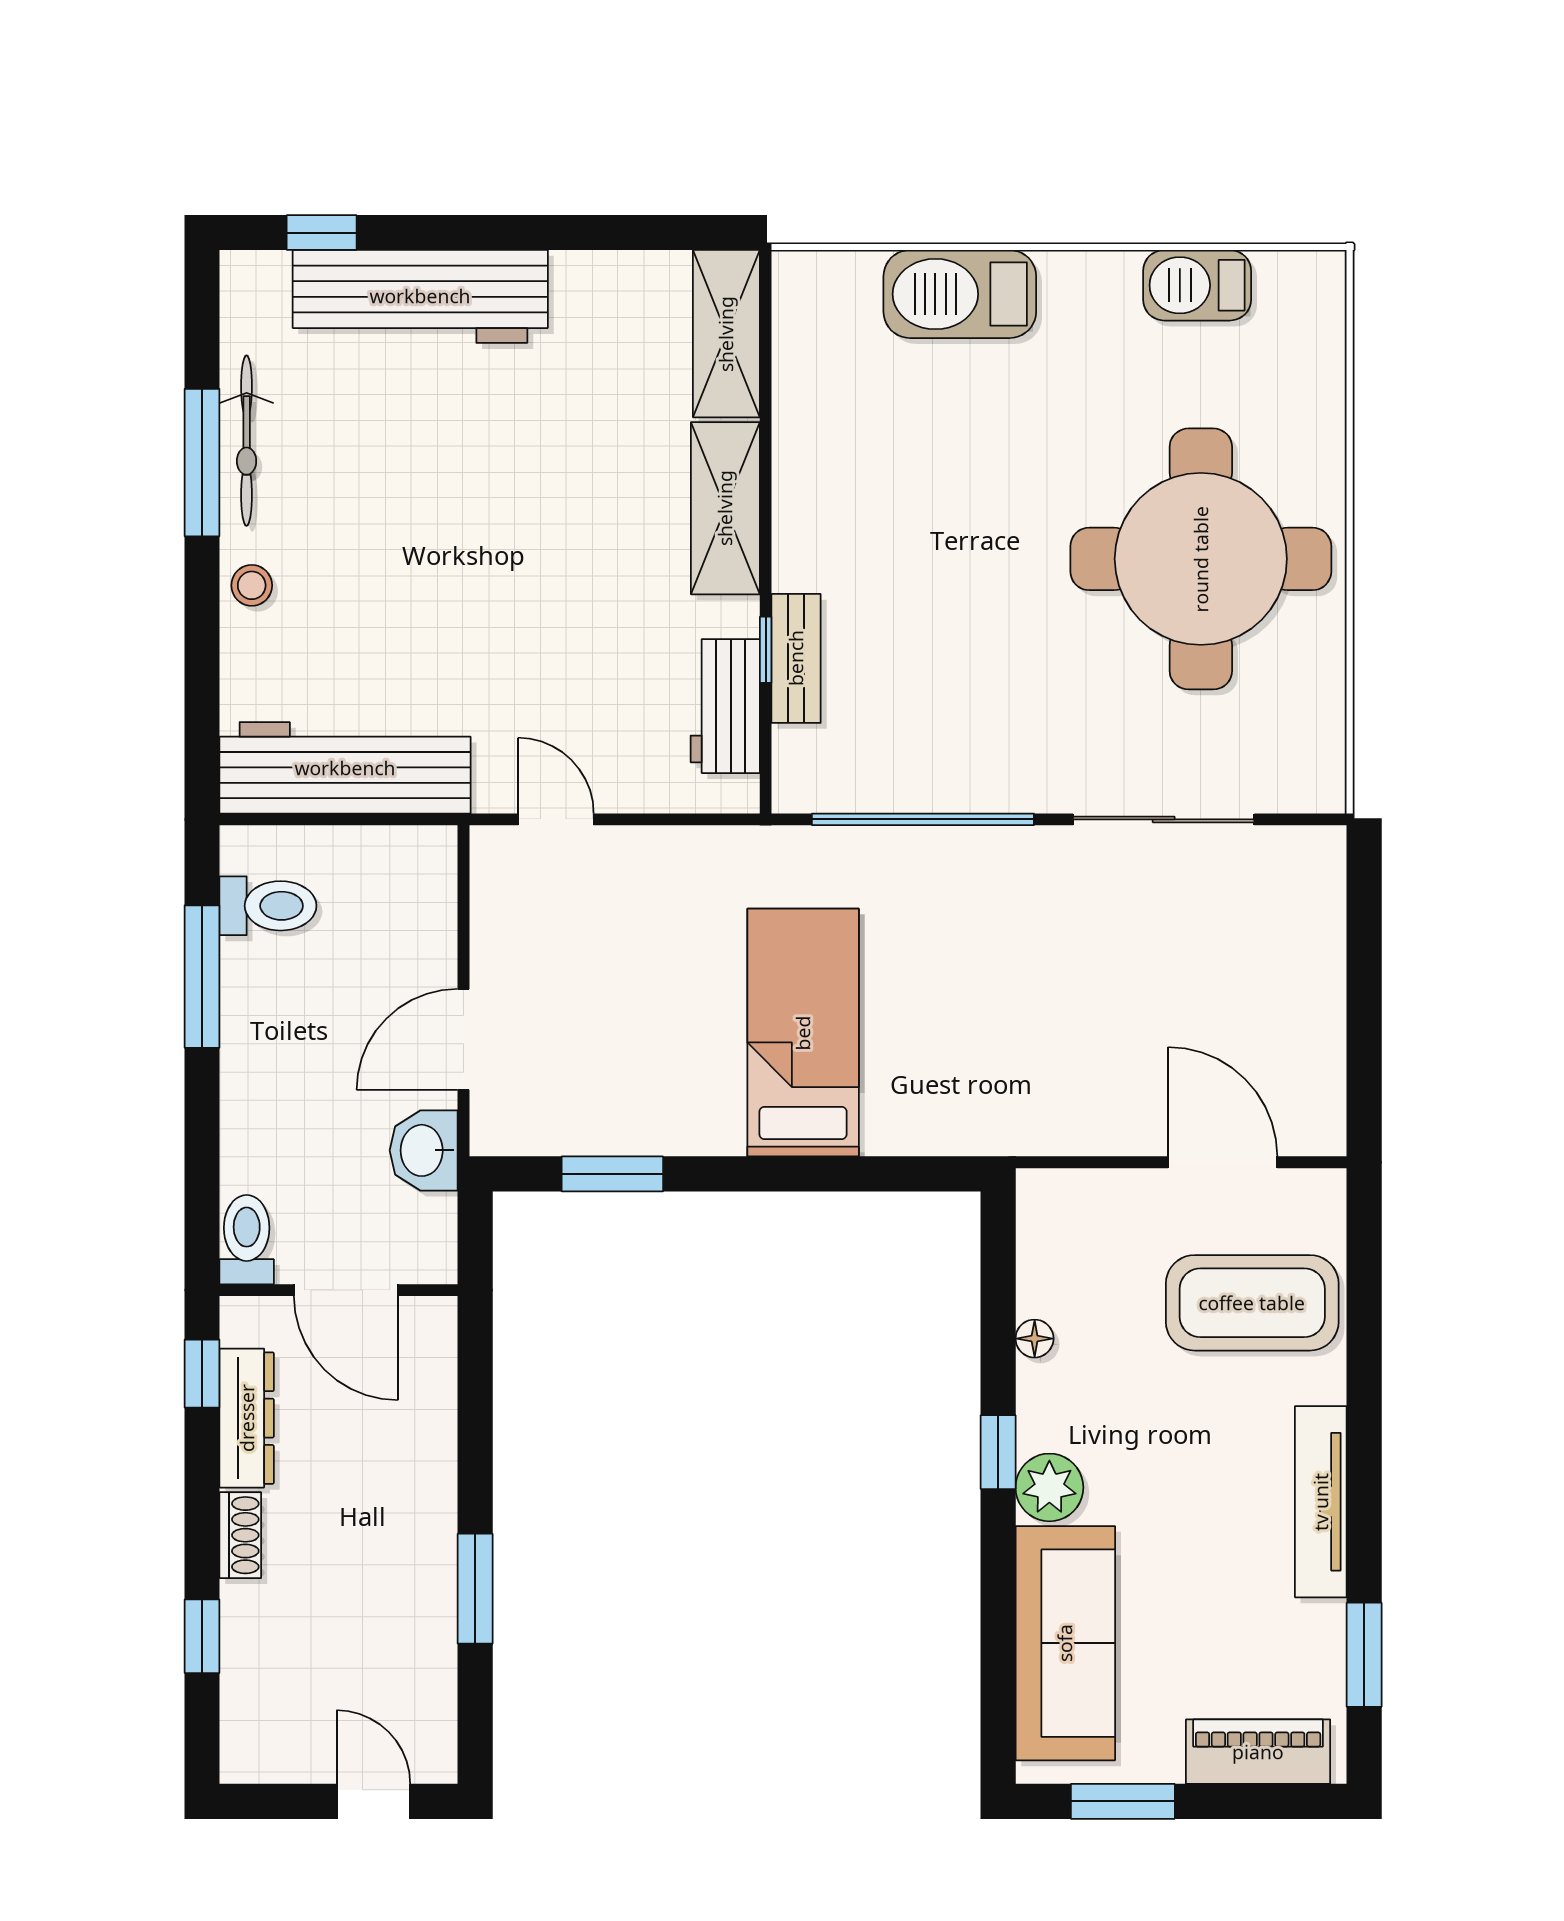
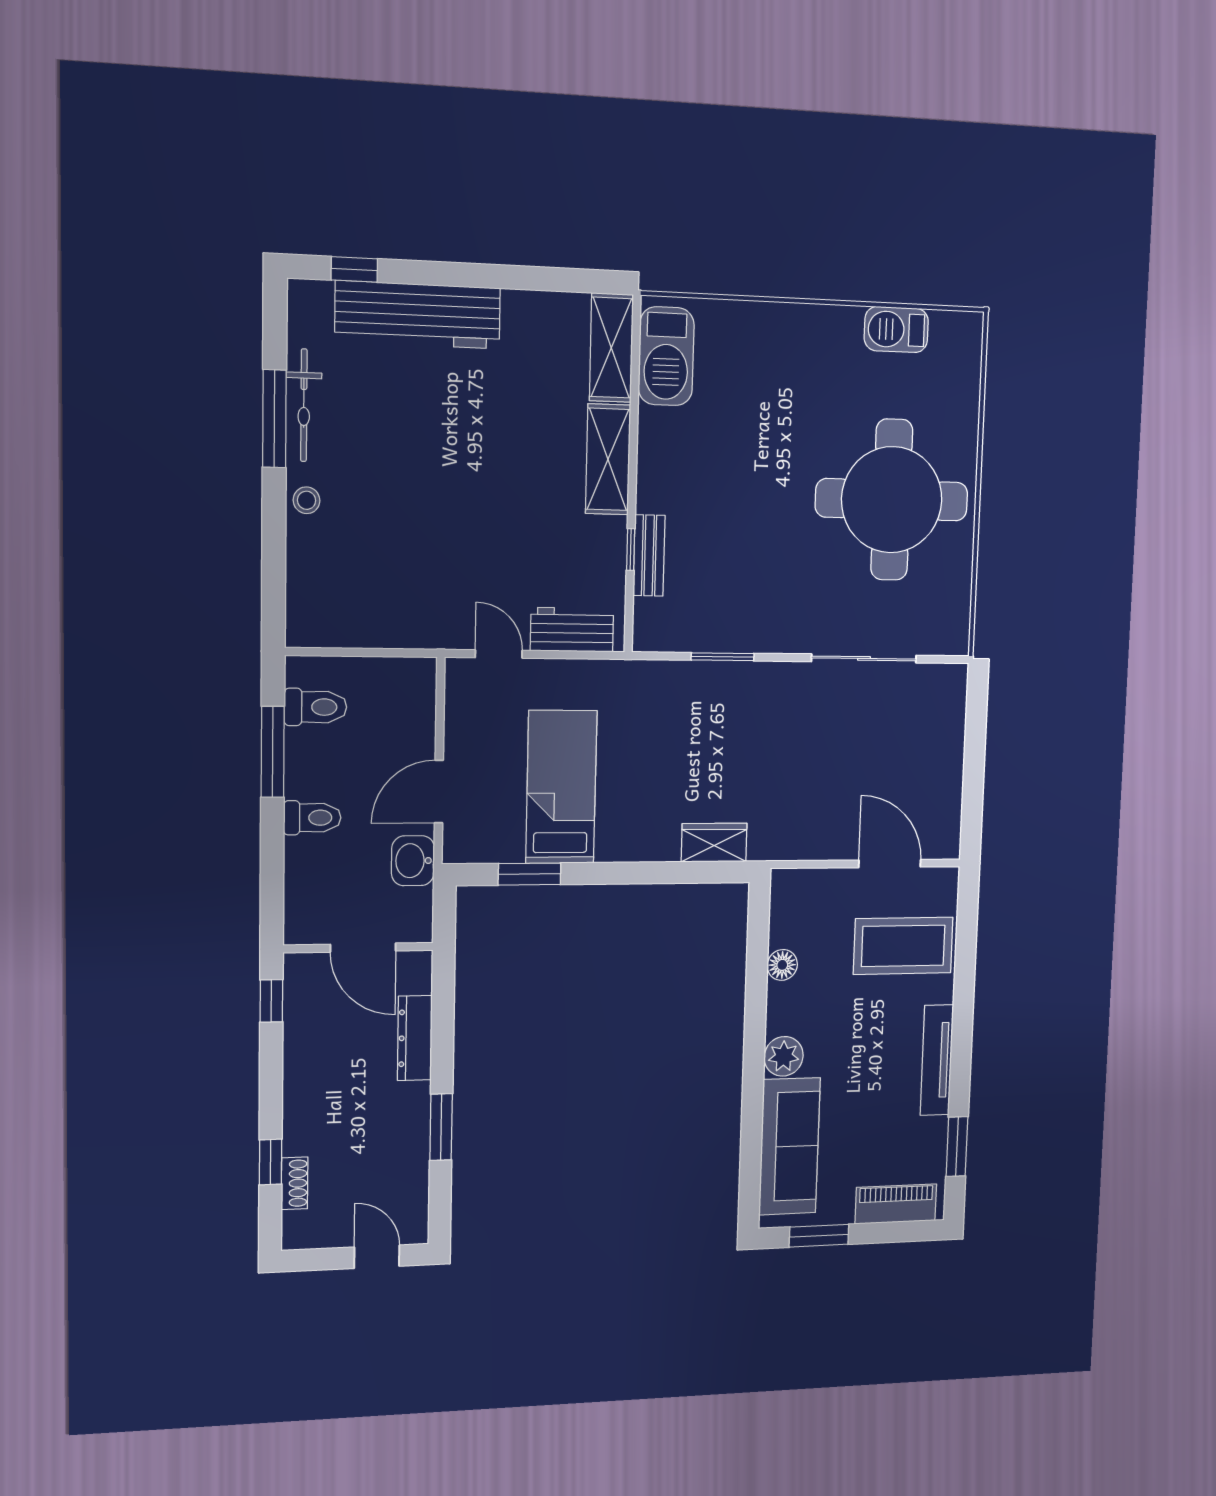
barbecue: (960, 294) -> (666, 356), moved, turned -90
workbench: (725, 706) -> (572, 630), moved, turned 90
workbench: (345, 768) -> (366, 619), removed
window: (923, 819) -> (723, 657), width x0.47
bed: (803, 1033) -> (561, 787), moved
wardrobe: (918, 1125) -> (714, 843), added
toilet: (247, 1240) -> (312, 818), moved, turned 90
floor lamp: (1035, 1339) -> (782, 965), width x1.37, depth x1.37
dresser: (247, 1418) -> (415, 1038), moved, turned 180
window: (998, 1452) -> (755, 1036), removed
shoe rack: (240, 1535) -> (295, 1183), moved

